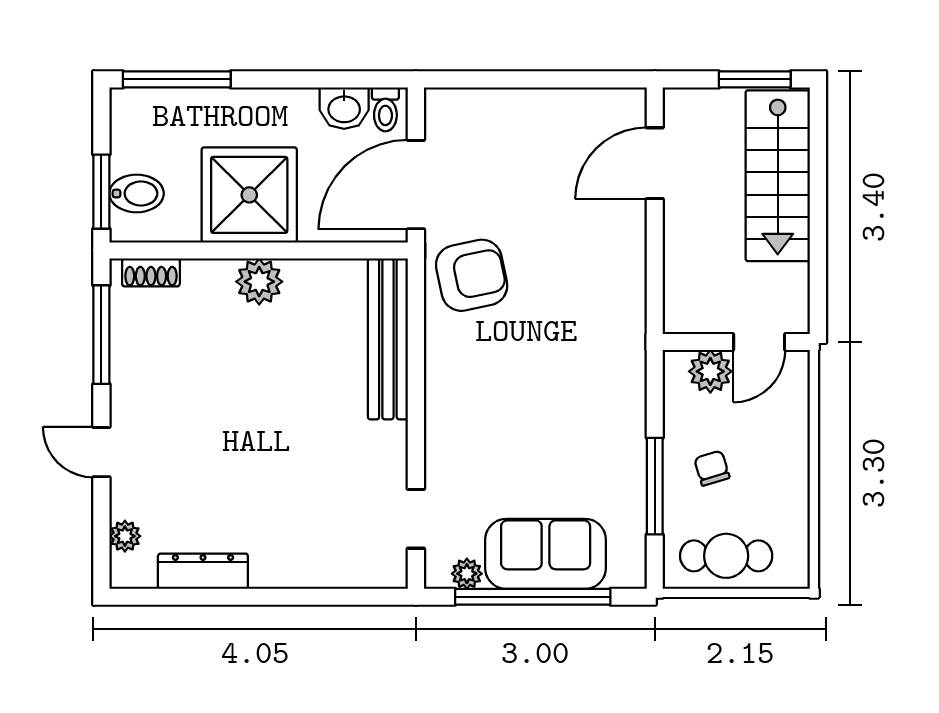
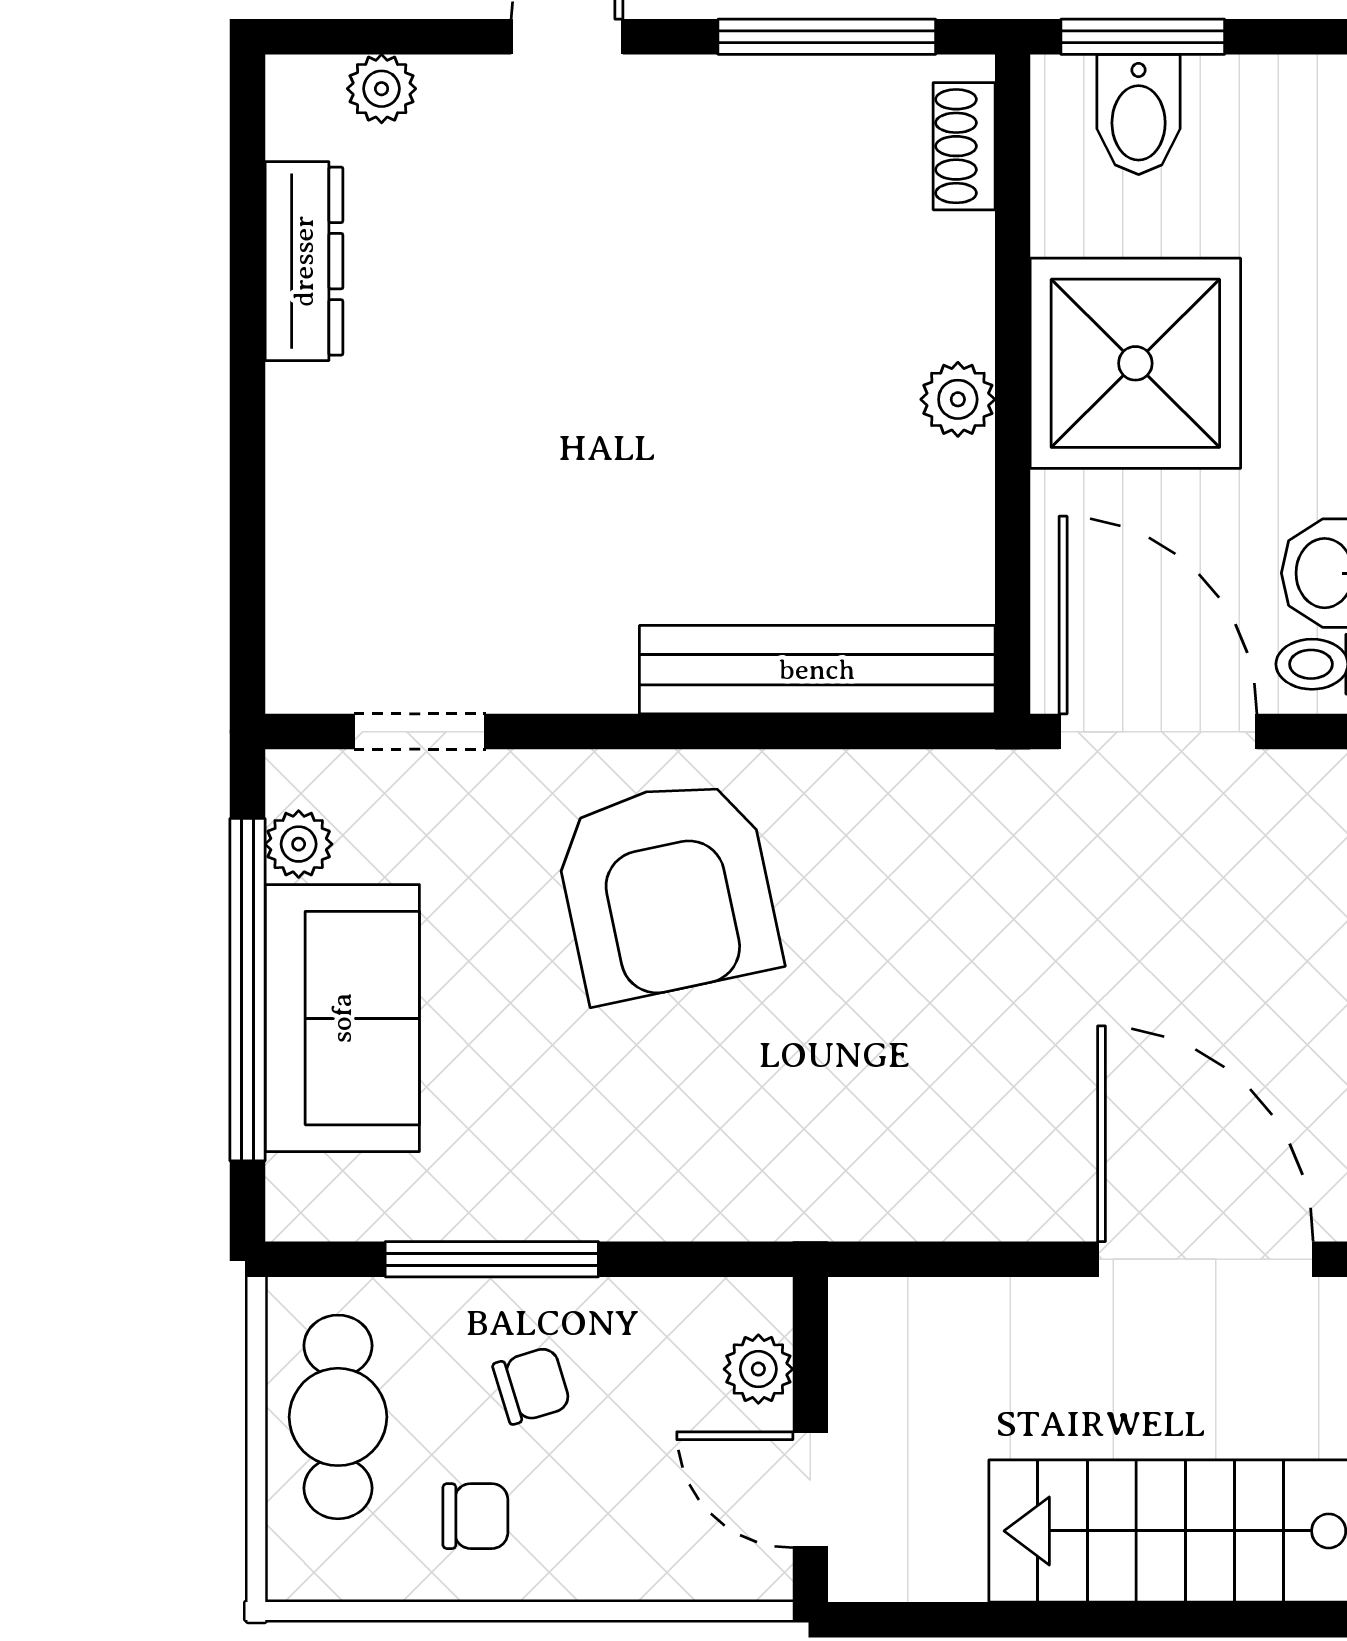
door: (655, 163) -> (1205, 1259), width x1.36
armchair: (472, 275) -> (667, 890), moved, width x1.36, depth x1.36
plant: (259, 282) -> (958, 399), width x0.73, depth x0.73
plant: (710, 371) -> (758, 1369), width x0.73, depth x0.73
chair: (771, 494) -> (475, 1516), added

